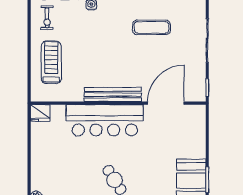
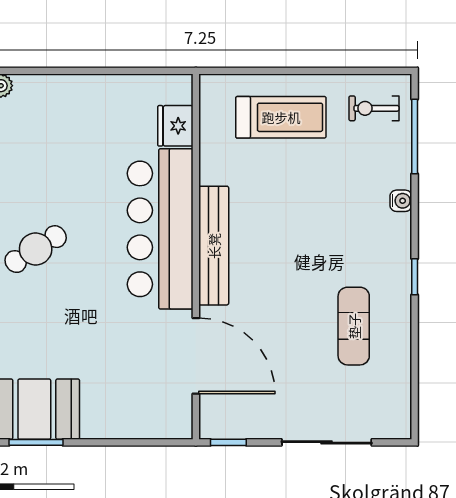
fridge: (40, 113) -> (175, 126), moved

